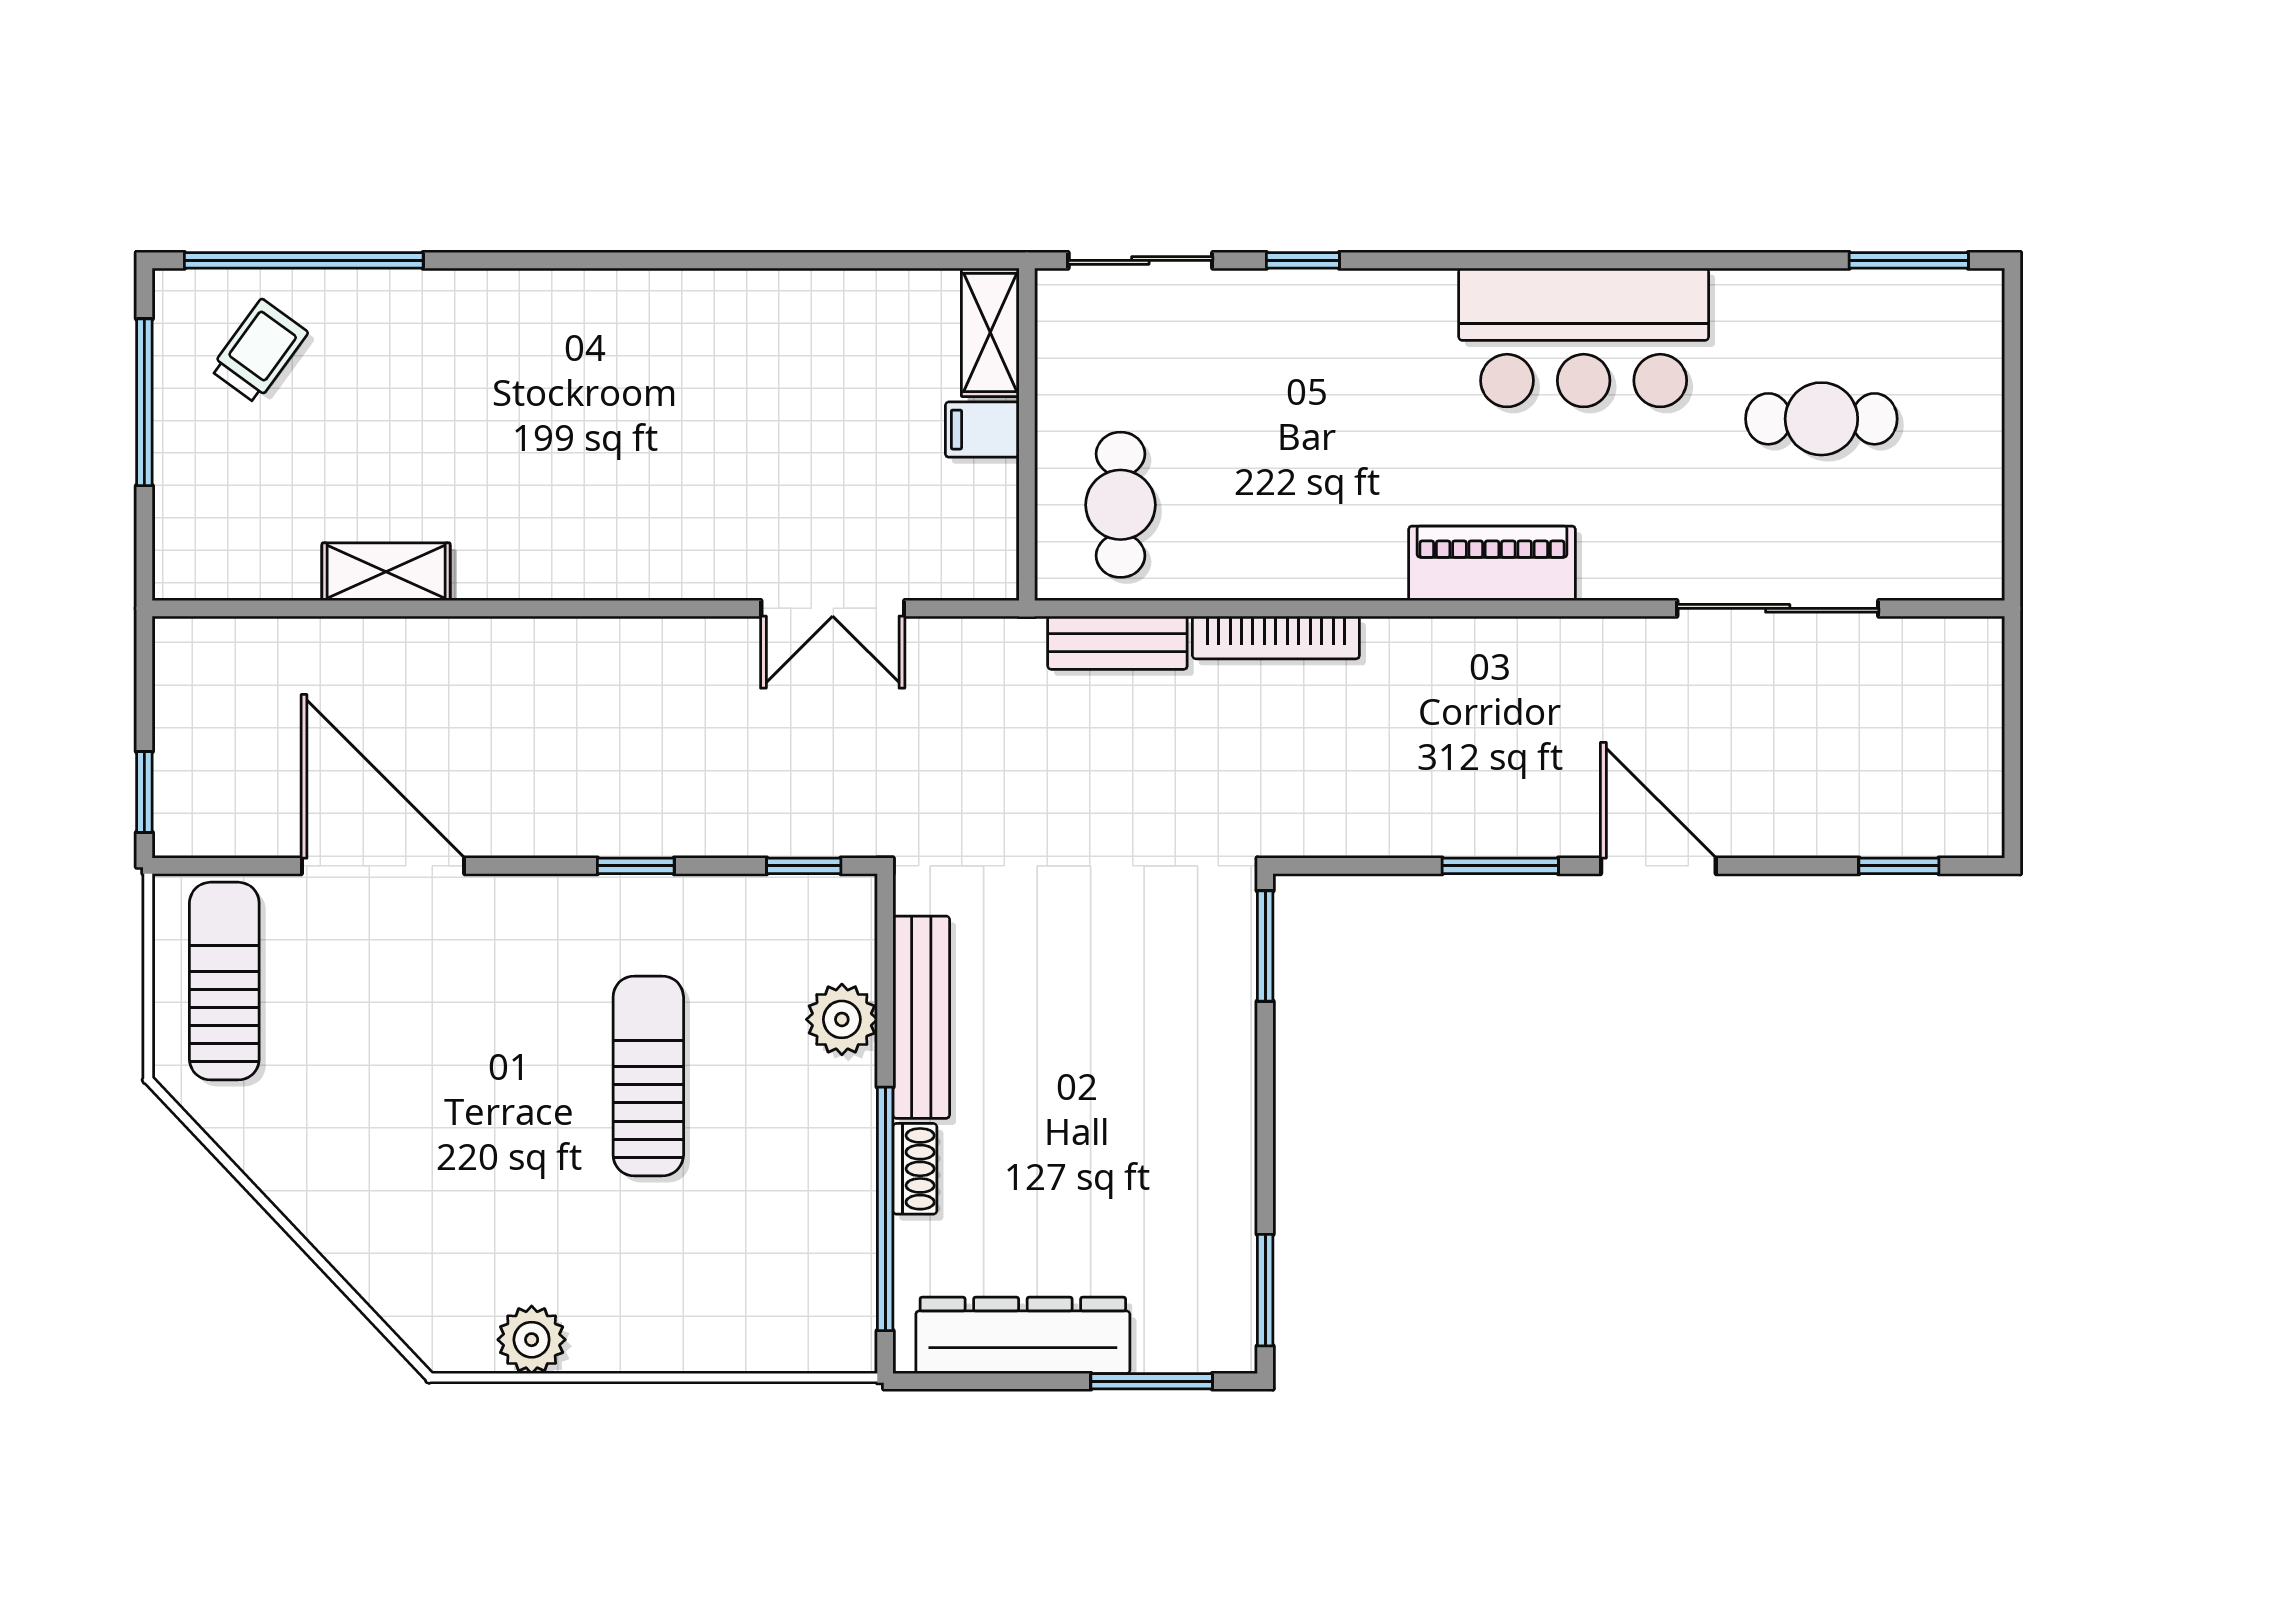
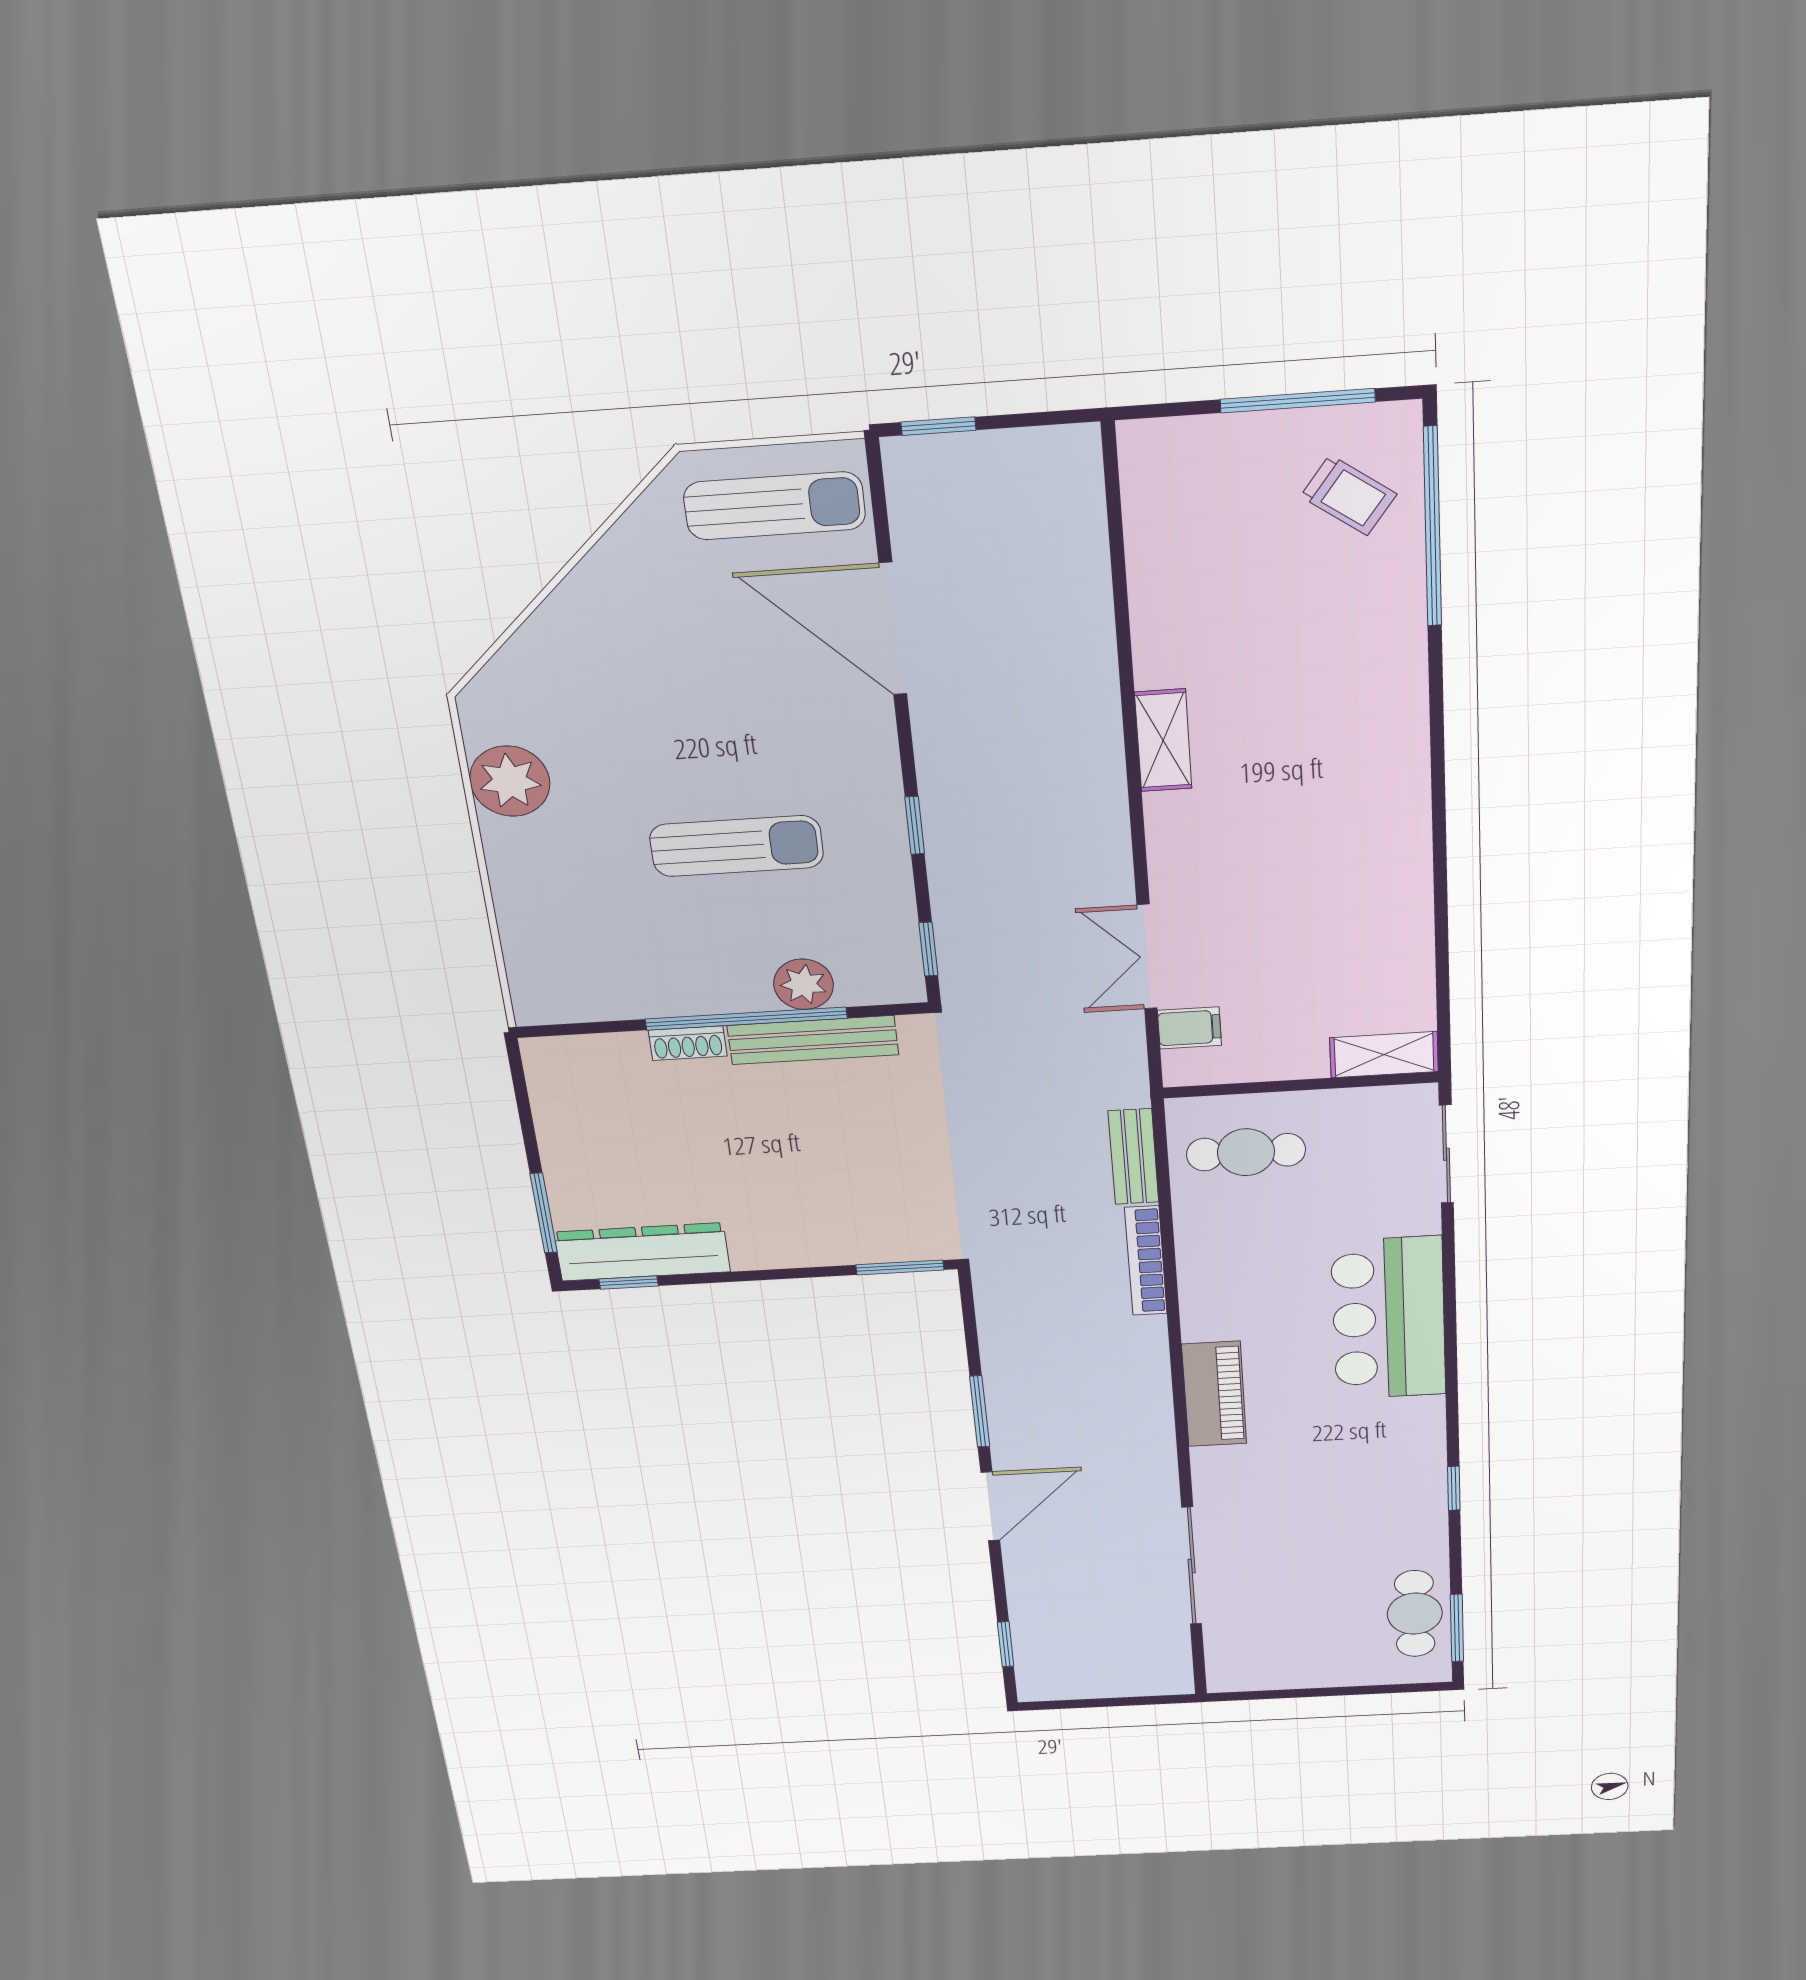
window: (1303, 260) -> (1454, 1488), moved
bar counter: (1584, 338) -> (1389, 1318), moved
cafe table: (1821, 419) -> (1415, 1614), moved
filing cabinet: (982, 430) -> (1189, 1028), moved, turned 90
shelving: (386, 572) -> (1163, 740), moved
door: (383, 866) -> (893, 629), swing flipped
window: (885, 1209) -> (746, 1019), moved
window: (1265, 1290) -> (629, 1282), width x0.67
dresser: (1023, 1335) -> (642, 1252), moved, turned -90
plant: (532, 1340) -> (510, 781), width x1.36, depth x1.36

